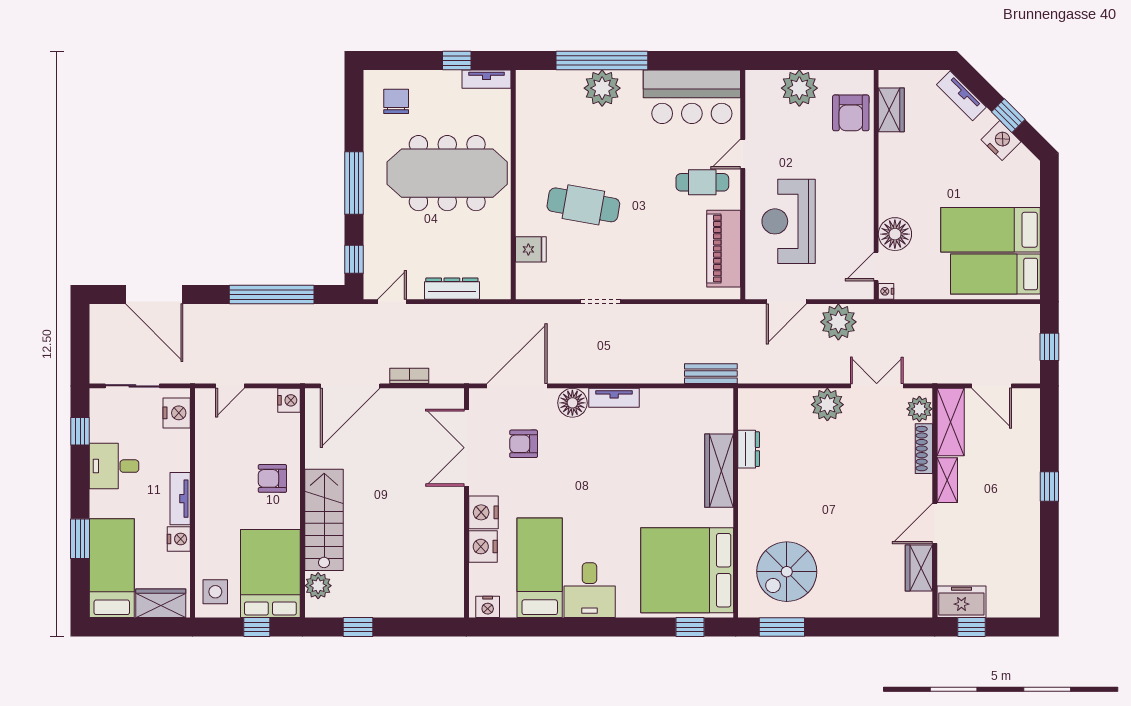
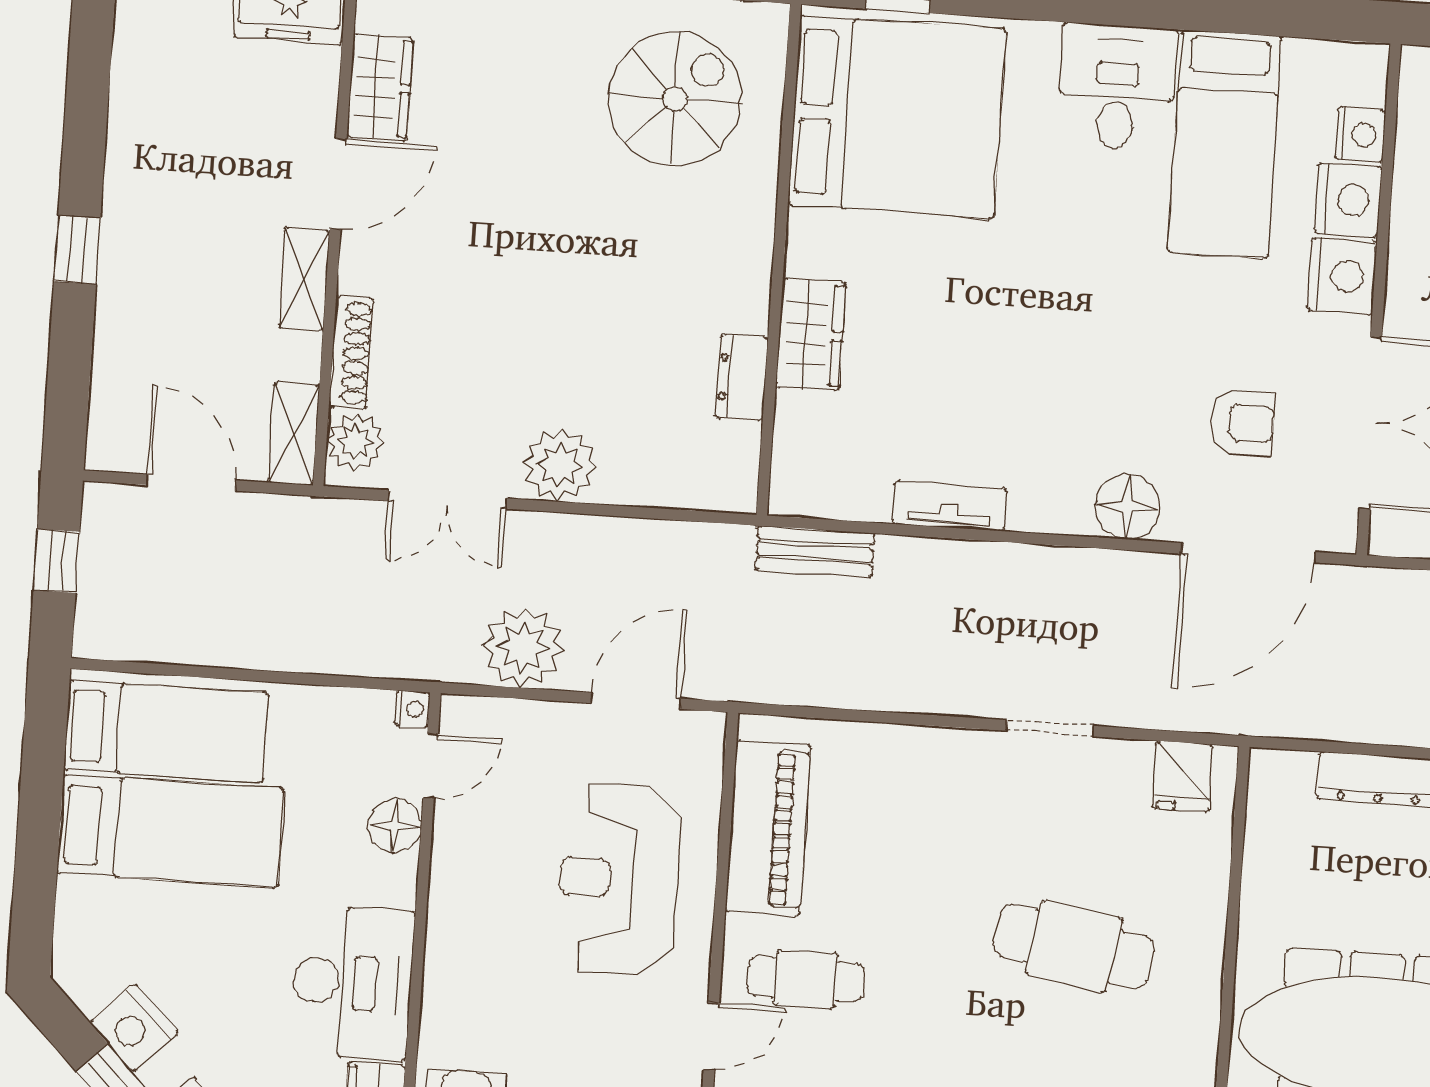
desk: (905, 167) -> (352, 983), added
reception desk: (789, 221) -> (619, 879), turned 180
floor lamp: (895, 234) -> (395, 826), width x0.73, depth x0.73
fridge: (531, 249) -> (1183, 776), moved, turned -90
tv unit: (614, 398) -> (949, 506), moved
shelving: (951, 422) -> (294, 434), width x0.67, depth x0.75
wardrobe: (719, 471) -> (811, 334), width x0.67
nightstand: (488, 607) -> (1360, 135), moved, turned 90

